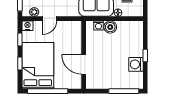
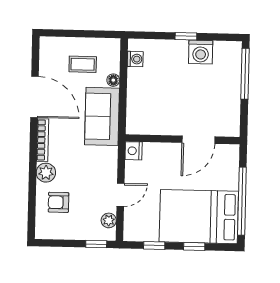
door: (50, 19) -> (120, 195), hinge flipped
washing machine: (98, 25) -> (135, 59), moved
nightstand: (27, 26) -> (134, 151), moved
boiler: (110, 27) -> (137, 94), removed

